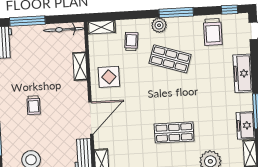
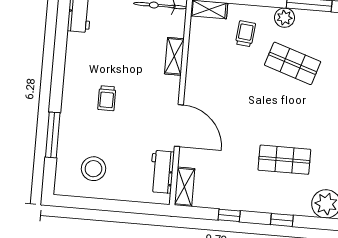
display table: (109, 77) -> (210, 75), removed
door: (91, 118) -> (179, 126), hinge flipped

